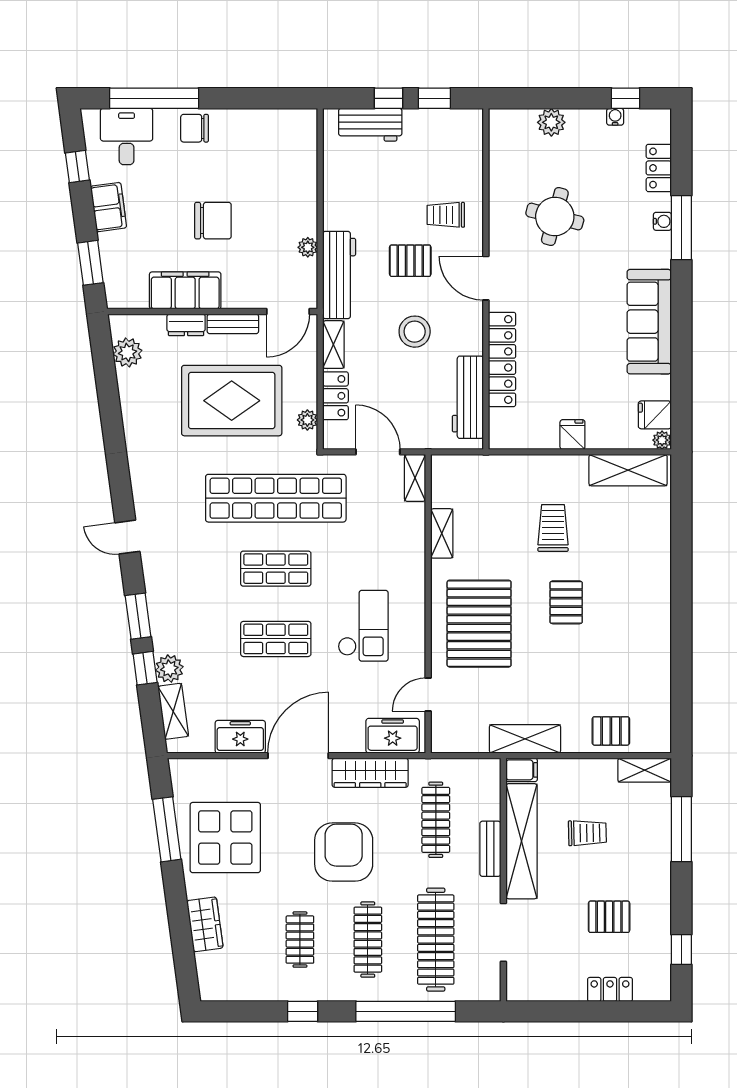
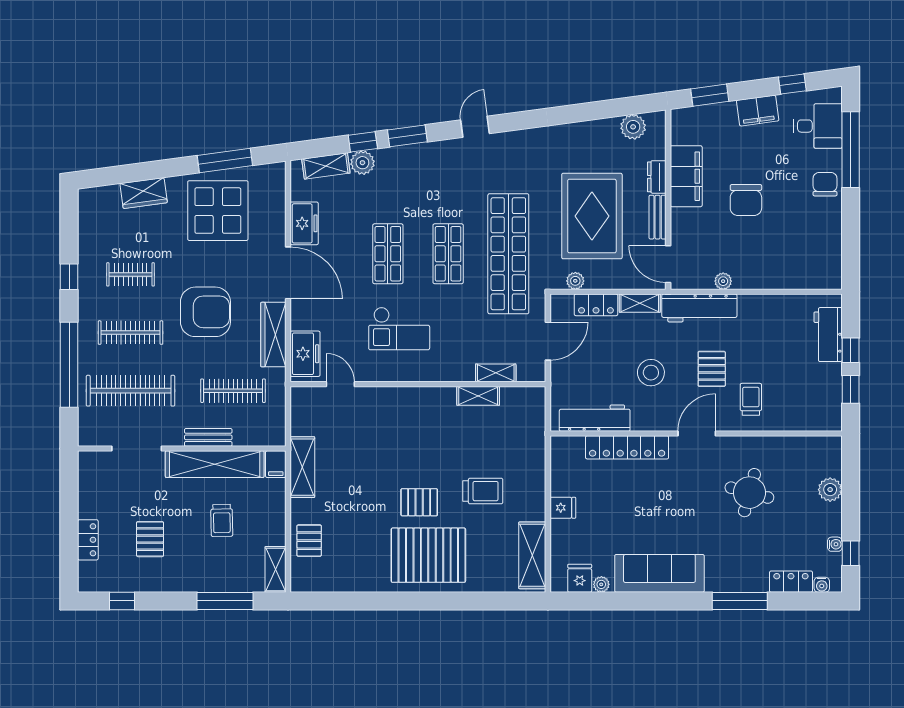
water cooler: (662, 221) -> (822, 585), moved
plant: (662, 440) -> (601, 584), moved
shelving: (415, 478) -> (496, 373), moved
pallet: (479, 624) -> (428, 555), moved

